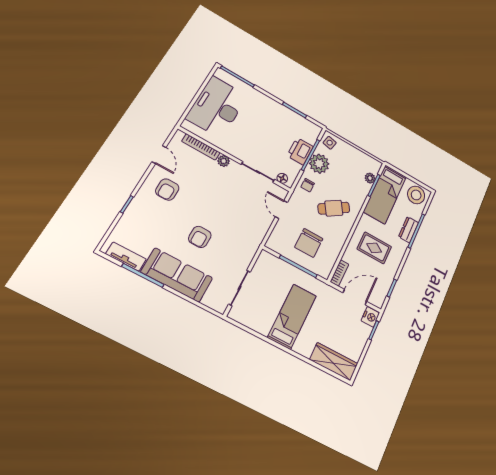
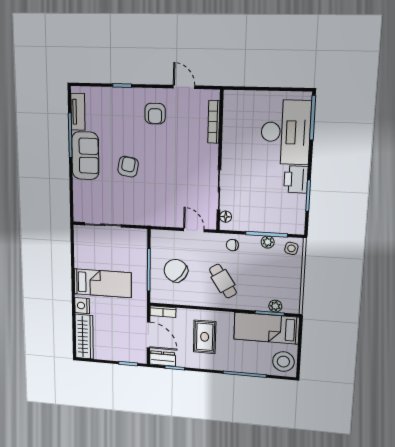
desk: (217, 107) -> (286, 132), moved, turned 90
printer: (300, 151) -> (296, 179), moved, turned -90
door: (159, 155) -> (184, 87), swing flipped
plant: (224, 161) -> (212, 151), removed
plant: (319, 164) -> (268, 242), width x0.53, depth x0.53
armchair: (167, 190) -> (155, 114), turned -90
door: (281, 210) -> (194, 230), hinge flipped
dresser: (408, 230) -> (163, 359), moved
armchair: (200, 237) -> (128, 167), turned 100
chair: (309, 243) -> (176, 271), turned 38
sofa: (177, 275) -> (85, 156), width x0.73
nightstand: (370, 317) -> (82, 306), moved, turned 90

